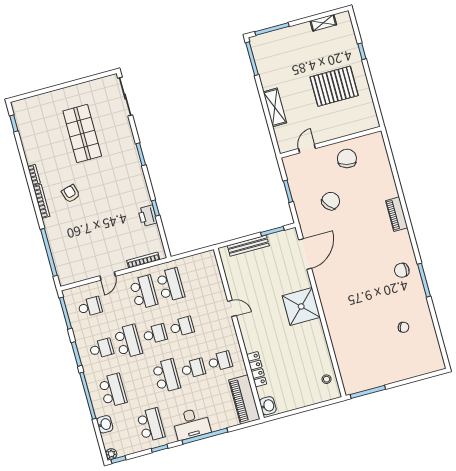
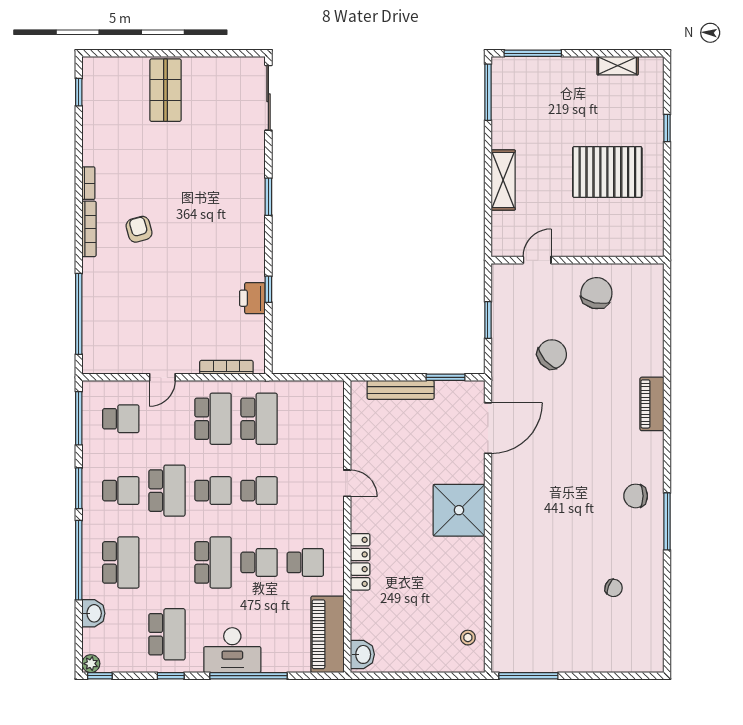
shop shelf: (82, 134) -> (165, 90), moved, width x0.70, depth x0.74
locker: (257, 369) -> (360, 562), moved

